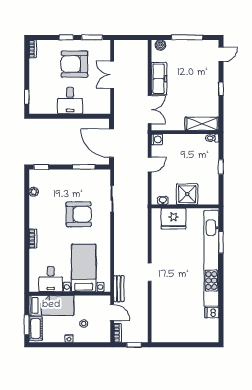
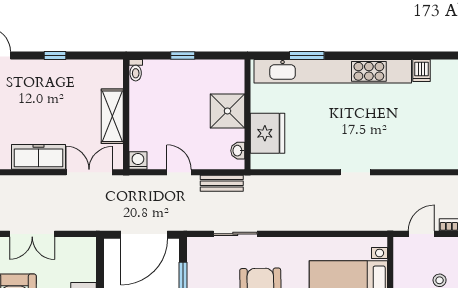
shelving: (202, 124) -> (112, 116), moved
bench: (119, 289) -> (222, 183), moved

